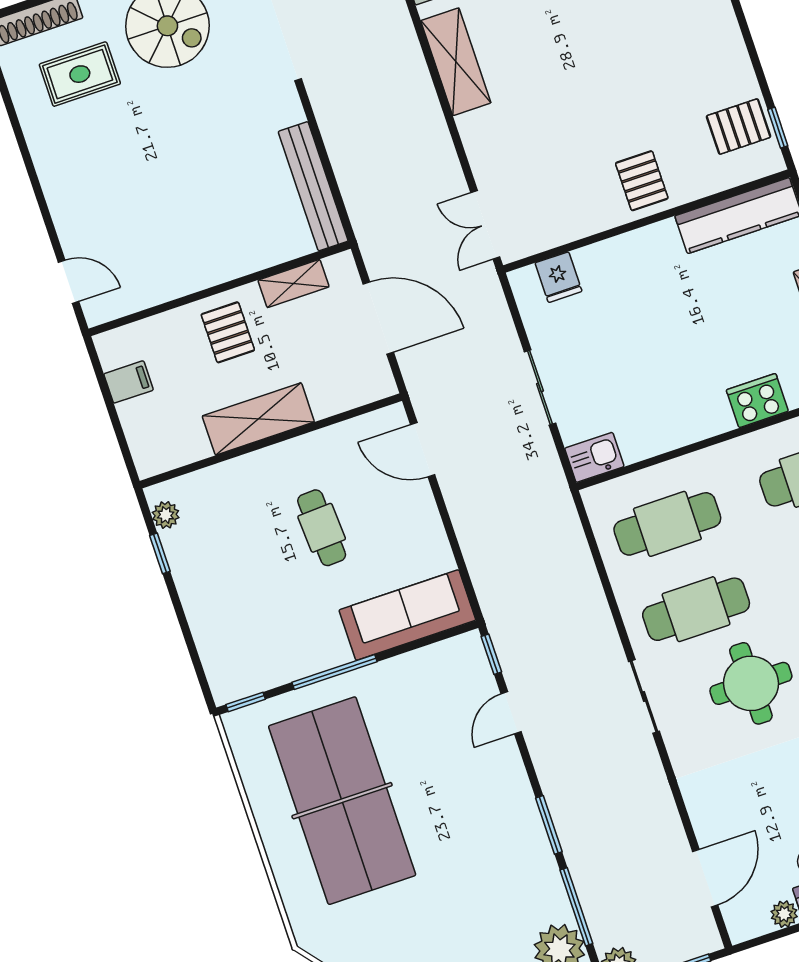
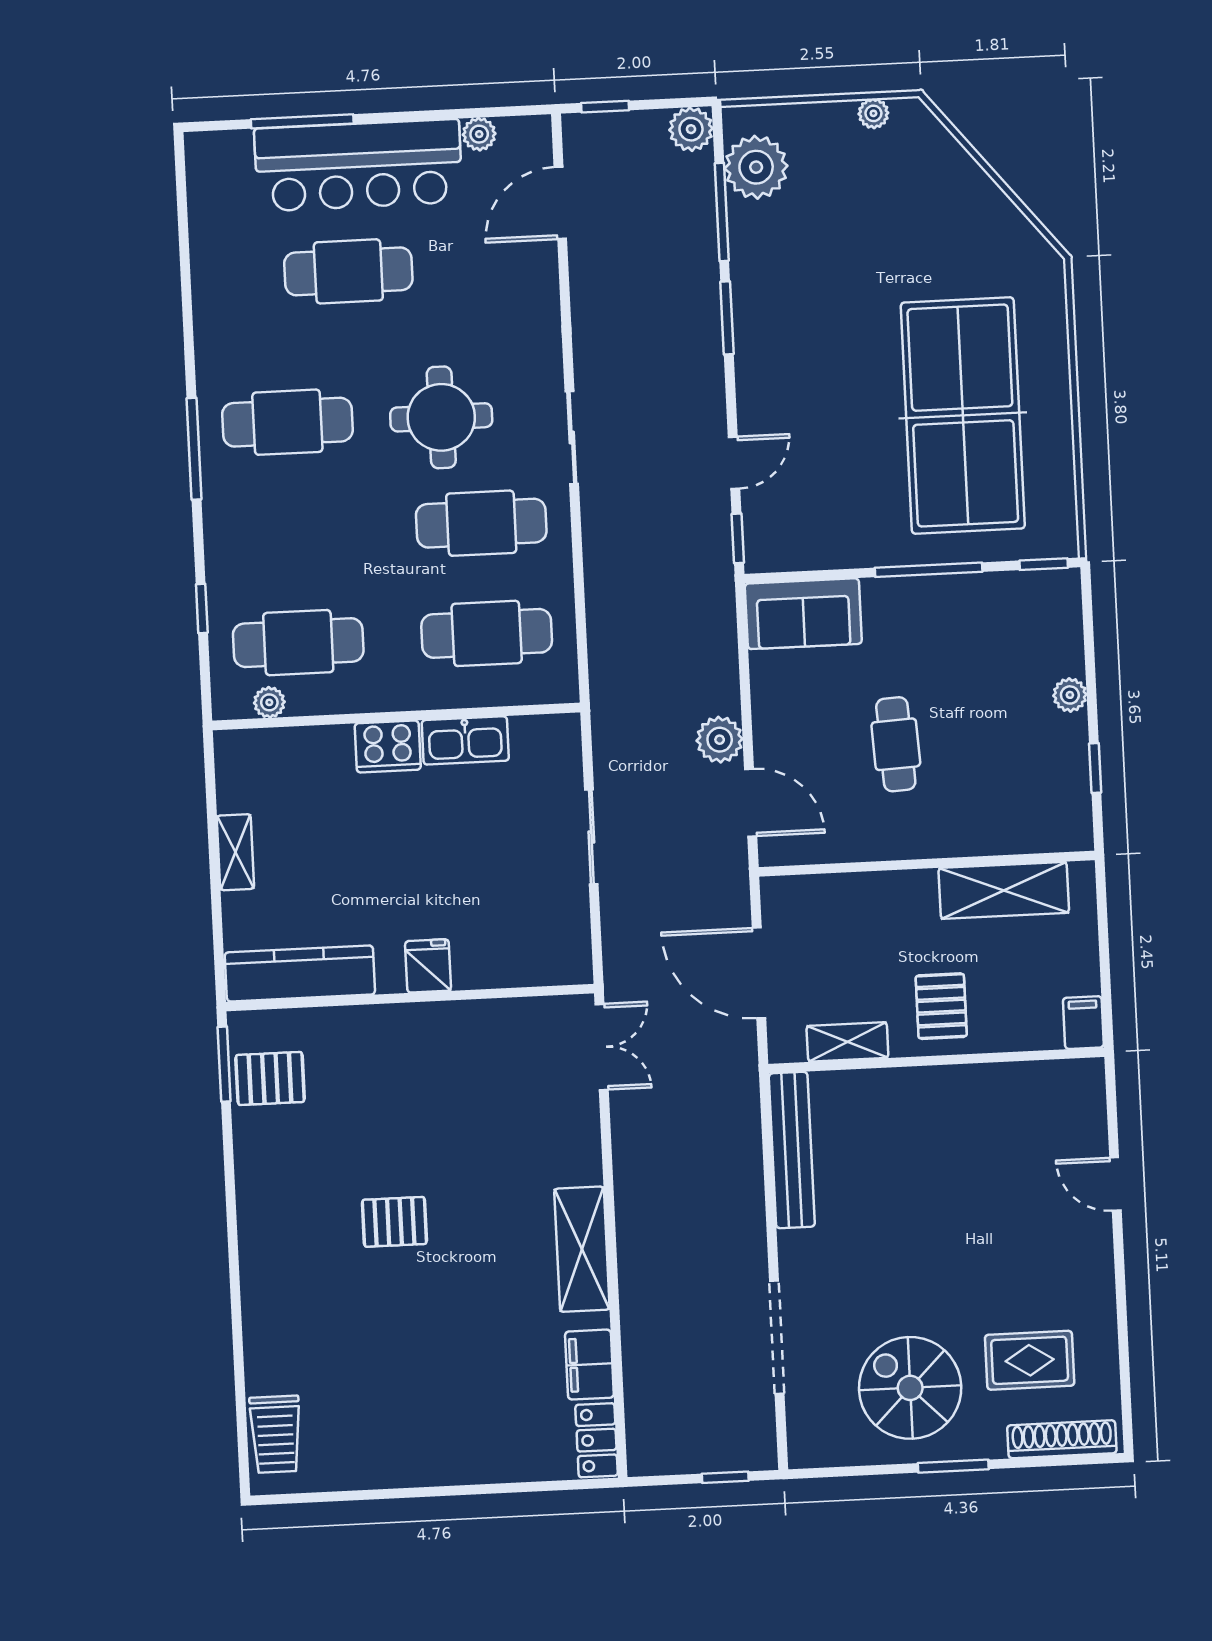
window: (778, 128) -> (224, 1064), width x1.50
pallet: (642, 181) -> (394, 1222), moved, turned 90
fridge: (559, 277) -> (428, 966), moved
door: (69, 282) -> (1115, 1184), moved
filing cabinet: (129, 382) -> (1083, 1023), moved, turned 90
cooker: (757, 401) -> (388, 747), moved
shelving: (258, 419) -> (1004, 890), moved
kitchen sink: (594, 457) -> (465, 740), moved, width x1.38
plant: (461, 492) -> (720, 740), added
plant: (166, 515) -> (1070, 695), moved
sofa: (407, 615) -> (803, 614), width x0.73

